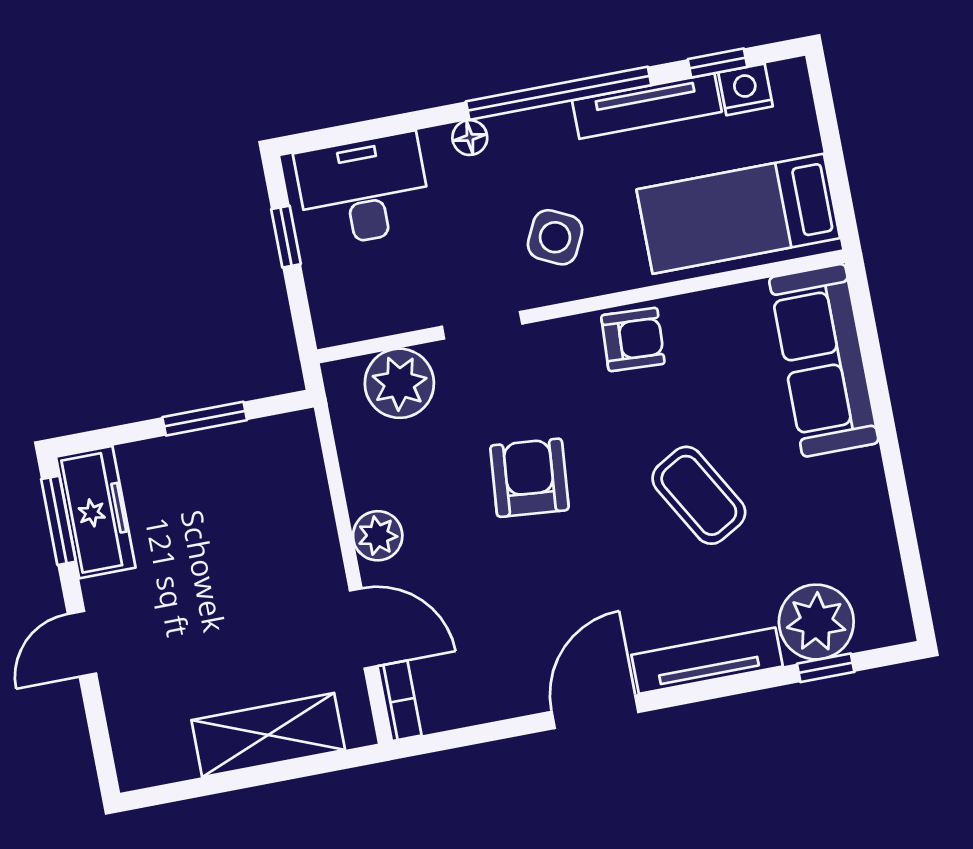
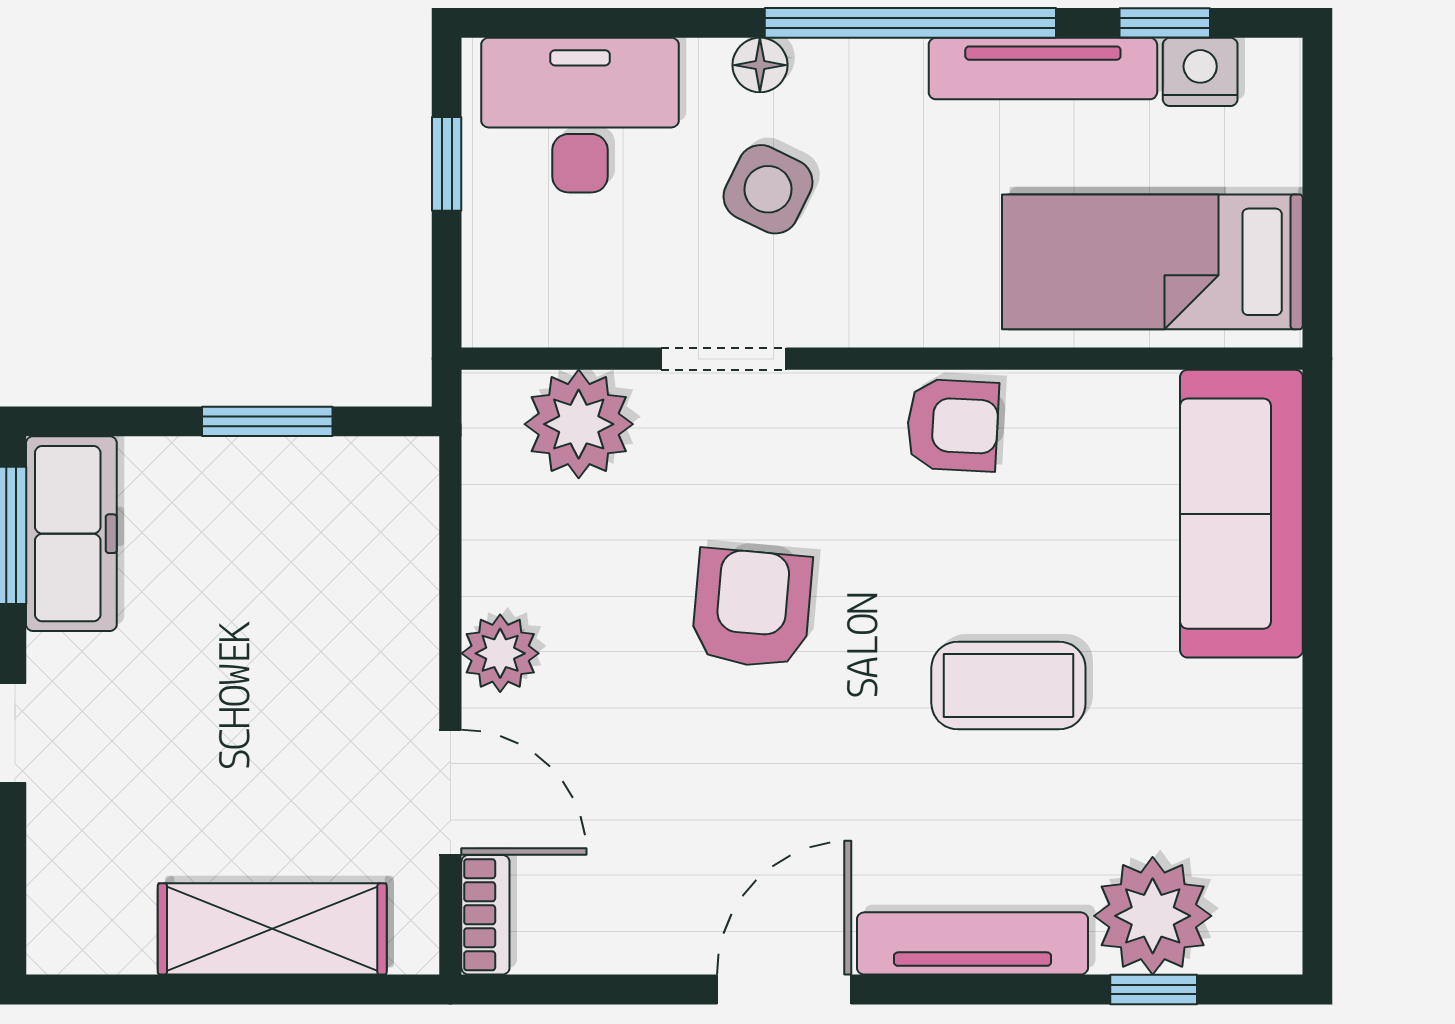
side table: (555, 237) -> (768, 189), moved
coffee table: (699, 495) -> (1008, 686), turned -60

